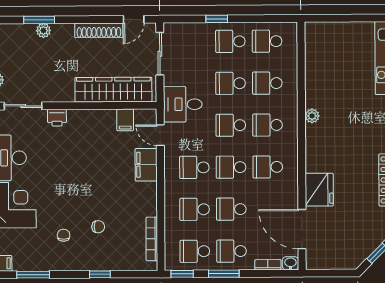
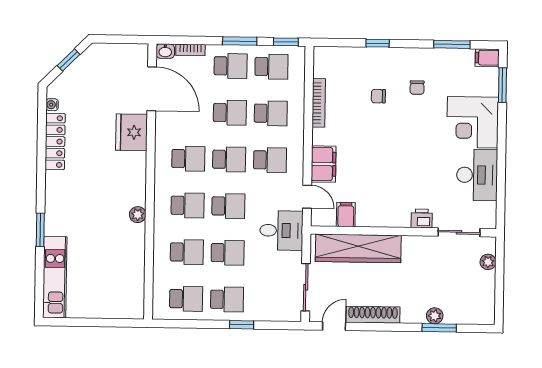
bookcase: (152, 239) -> (319, 103), moved

